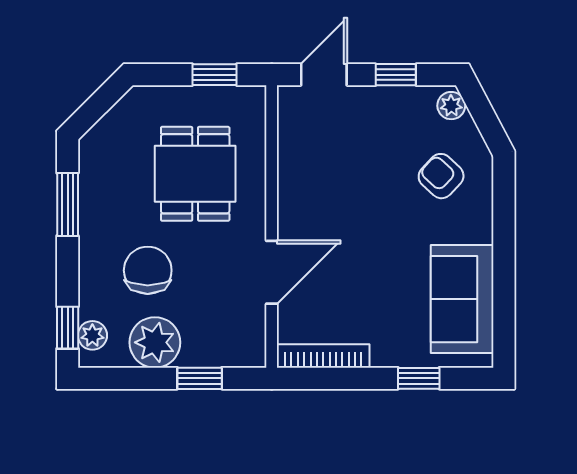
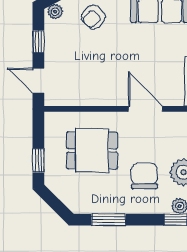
window: (215, 75) -> (38, 160), moved
chair: (148, 270) -> (144, 176), turned 90

